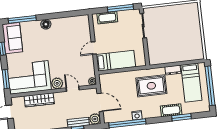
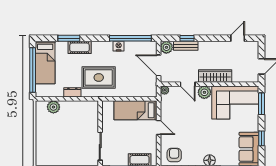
armchair: (77, 25) -> (174, 155), added
door: (94, 48) -> (159, 127), hinge flipped
plant: (188, 55) -> (53, 107), added
bed: (191, 83) -> (45, 63), moved, turned 180
wardrobe: (39, 100) -> (215, 76), moved

